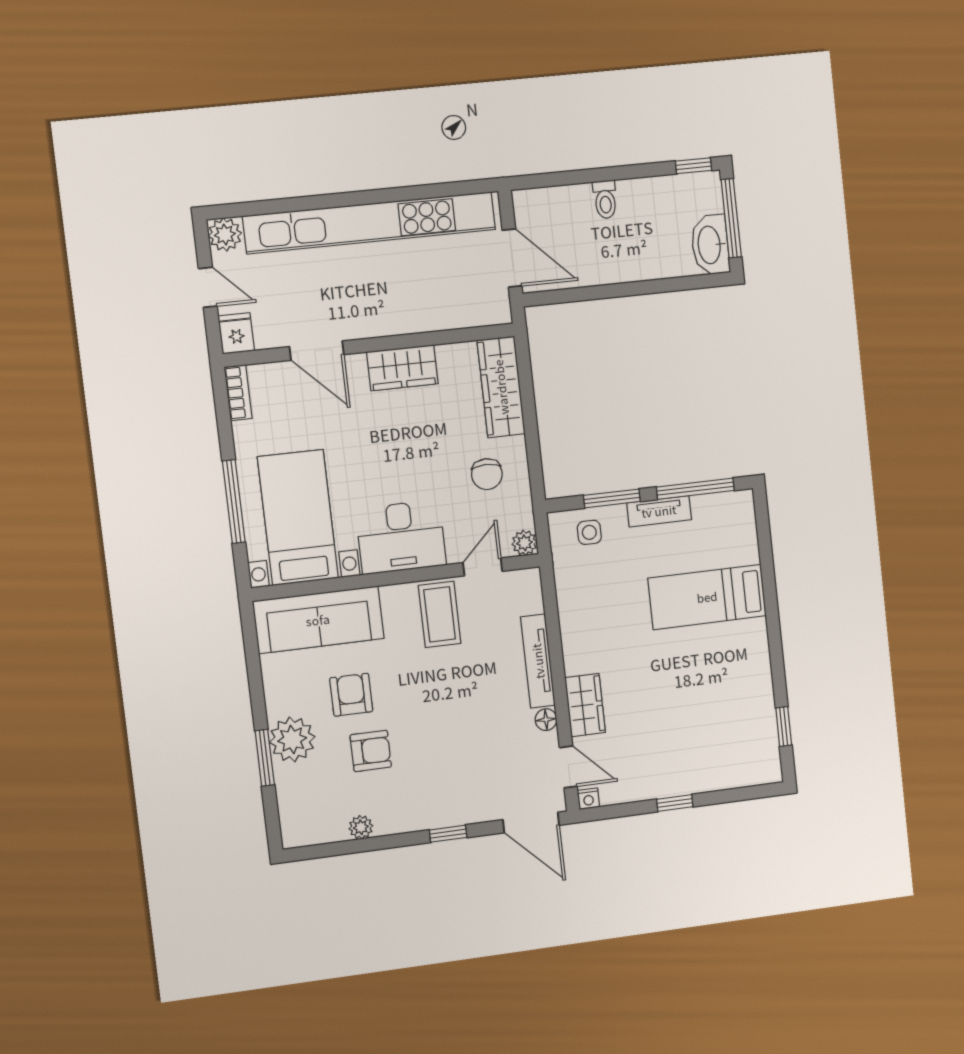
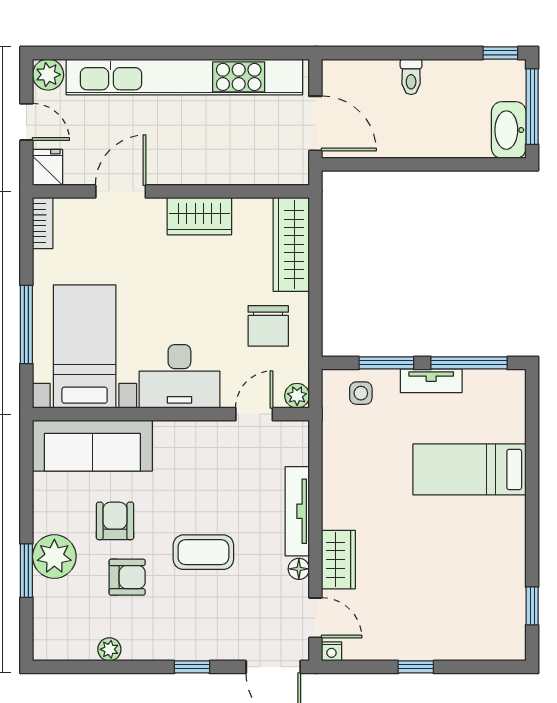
door: (317, 351) -> (121, 191), swing flipped
chair: (487, 474) -> (268, 326), width x1.37, depth x1.37
coffee table: (440, 614) -> (203, 552), moved, turned 90

